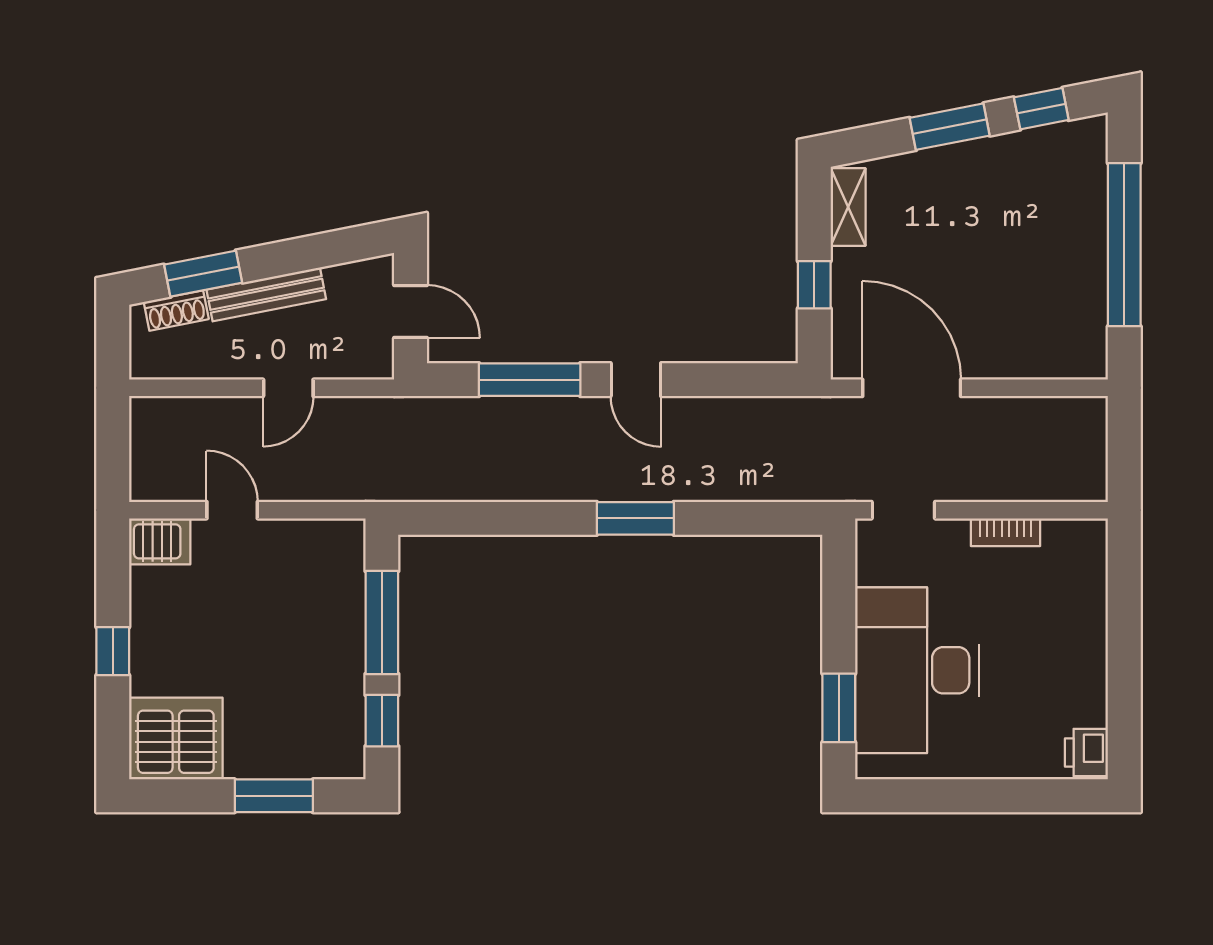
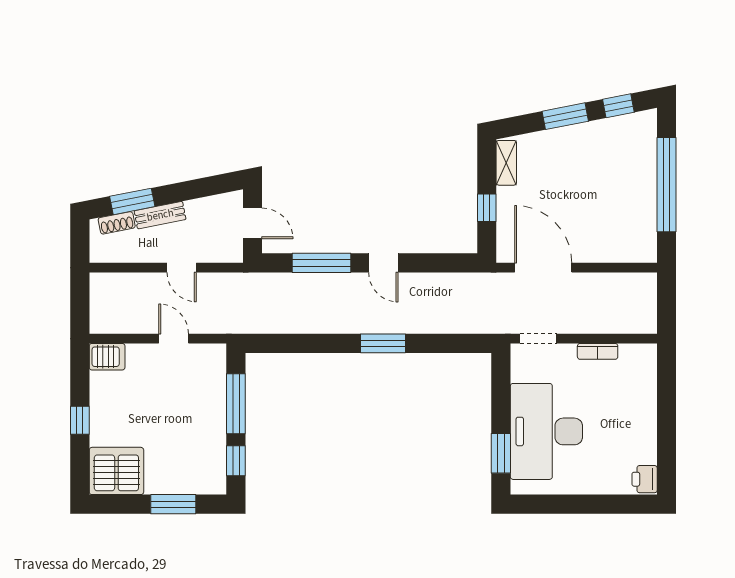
bench: (266, 294) -> (160, 215), width x0.73
door: (288, 388) -> (182, 268), hinge flipped
door: (232, 510) -> (174, 339), moved

